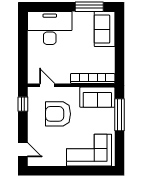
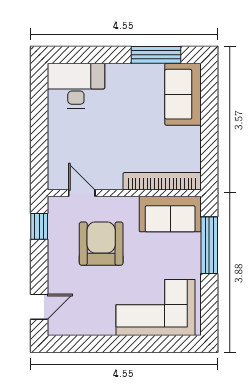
desk: (50, 28) -> (76, 86), width x0.73, depth x0.77
armchair: (58, 114) -> (101, 244), turned 90
door: (23, 150) -> (39, 307), hinge flipped

